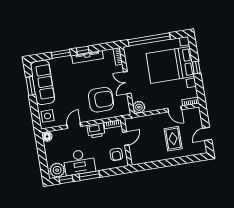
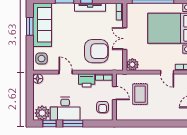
door: (74, 126) -> (66, 72), hinge flipped
door: (126, 138) -> (114, 93), hinge flipped
rug: (173, 139) -> (140, 94), moved

